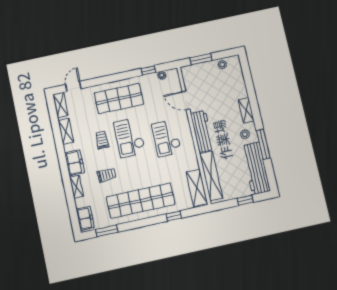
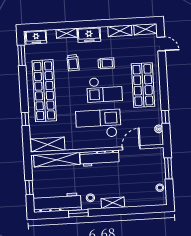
checkout: (130, 138) -> (104, 89), turned 180
checkout: (167, 138) -> (98, 124), width x1.36, depth x1.21
window: (263, 144) -> (78, 213), width x0.69

